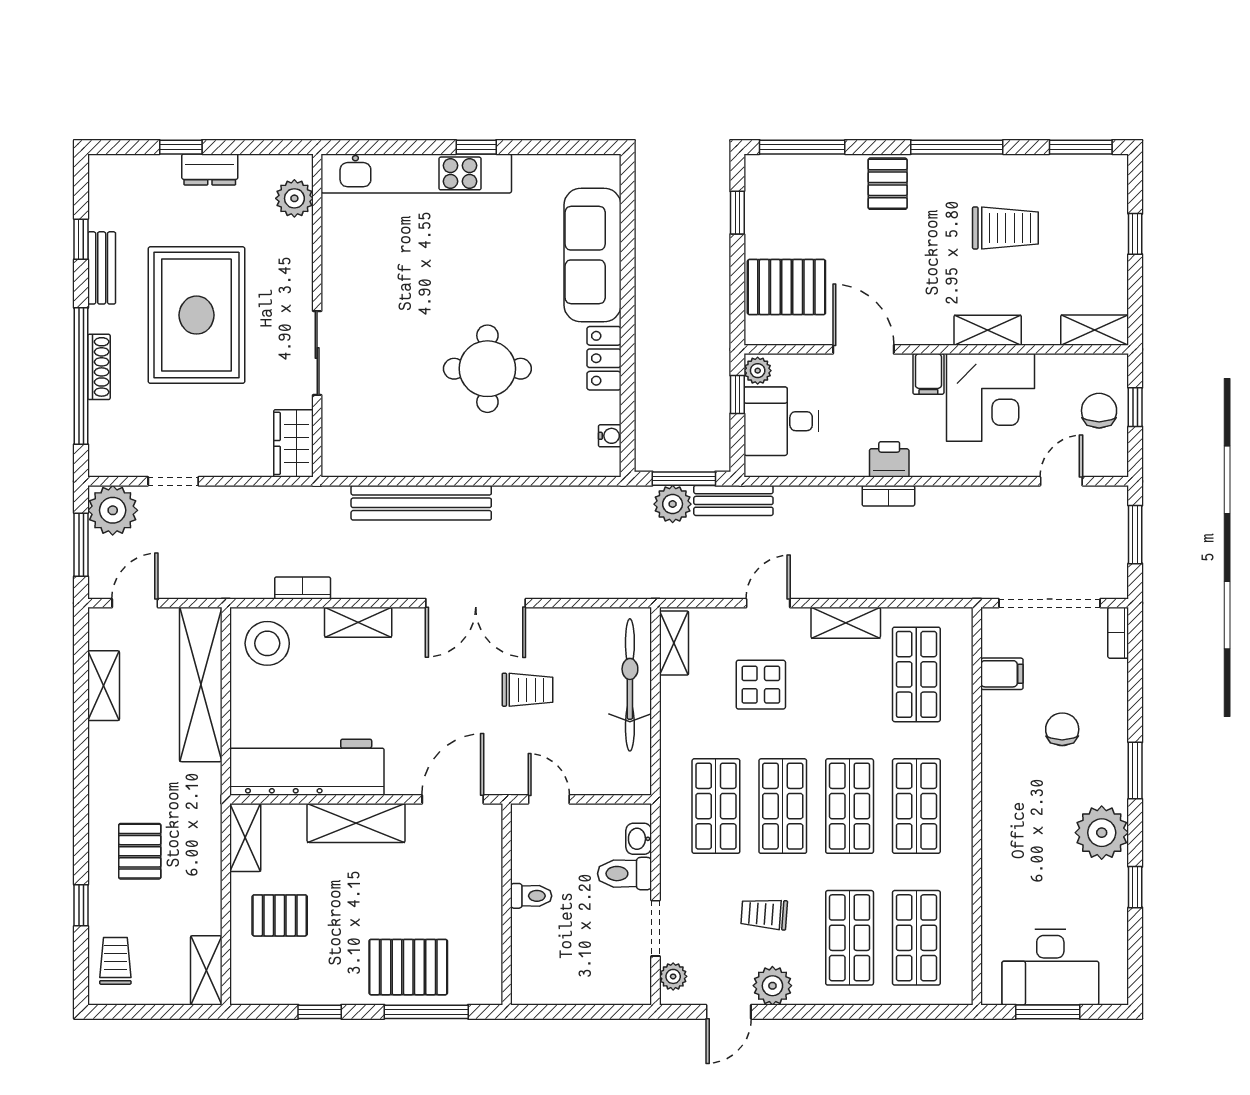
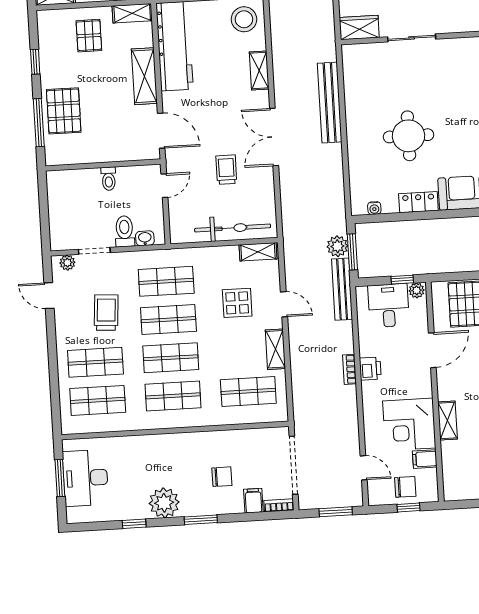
shelving: (1095, 330) -> (451, 482), removed
filing cabinet: (928, 374) -> (425, 459), moved
bench: (733, 500) -> (342, 289), width x1.36
bookcase: (303, 588) -> (277, 38), removed
filing cabinet: (1002, 674) -> (253, 501), moved, turned 180
trolley: (527, 690) -> (226, 170), turned 180
trolley: (764, 914) -> (106, 313), width x1.36, depth x1.39
plant: (772, 986) -> (65, 320), removed

